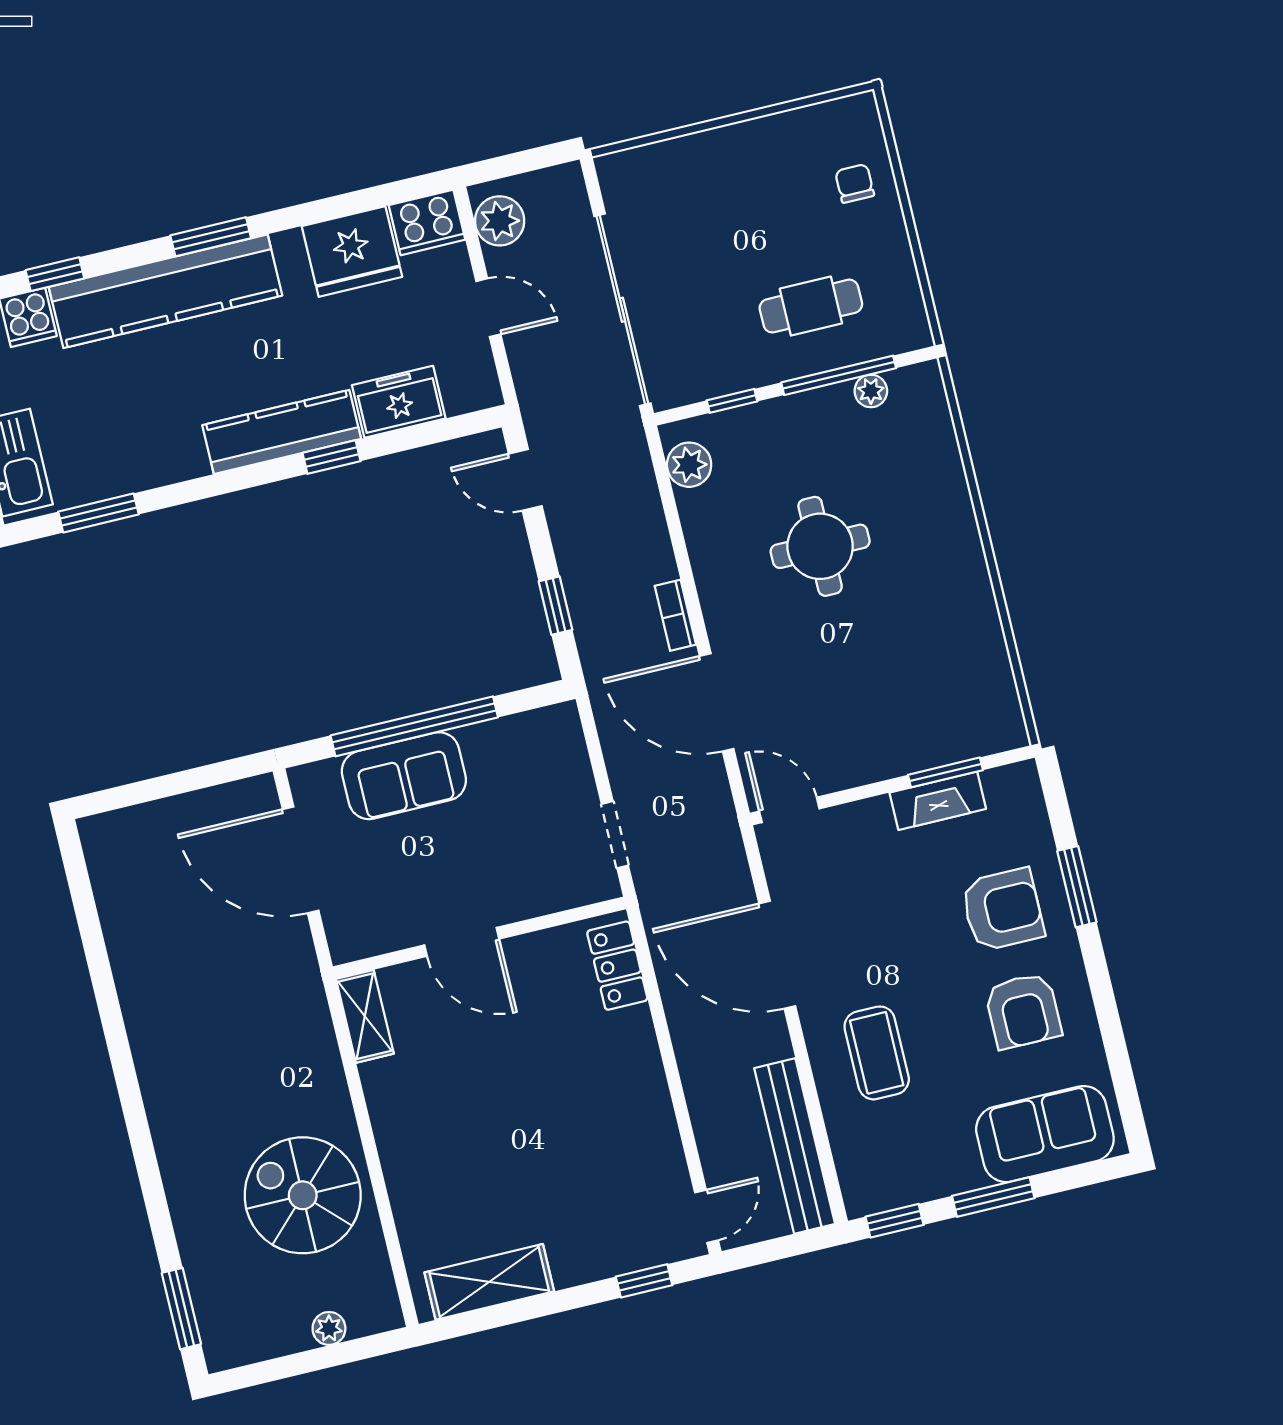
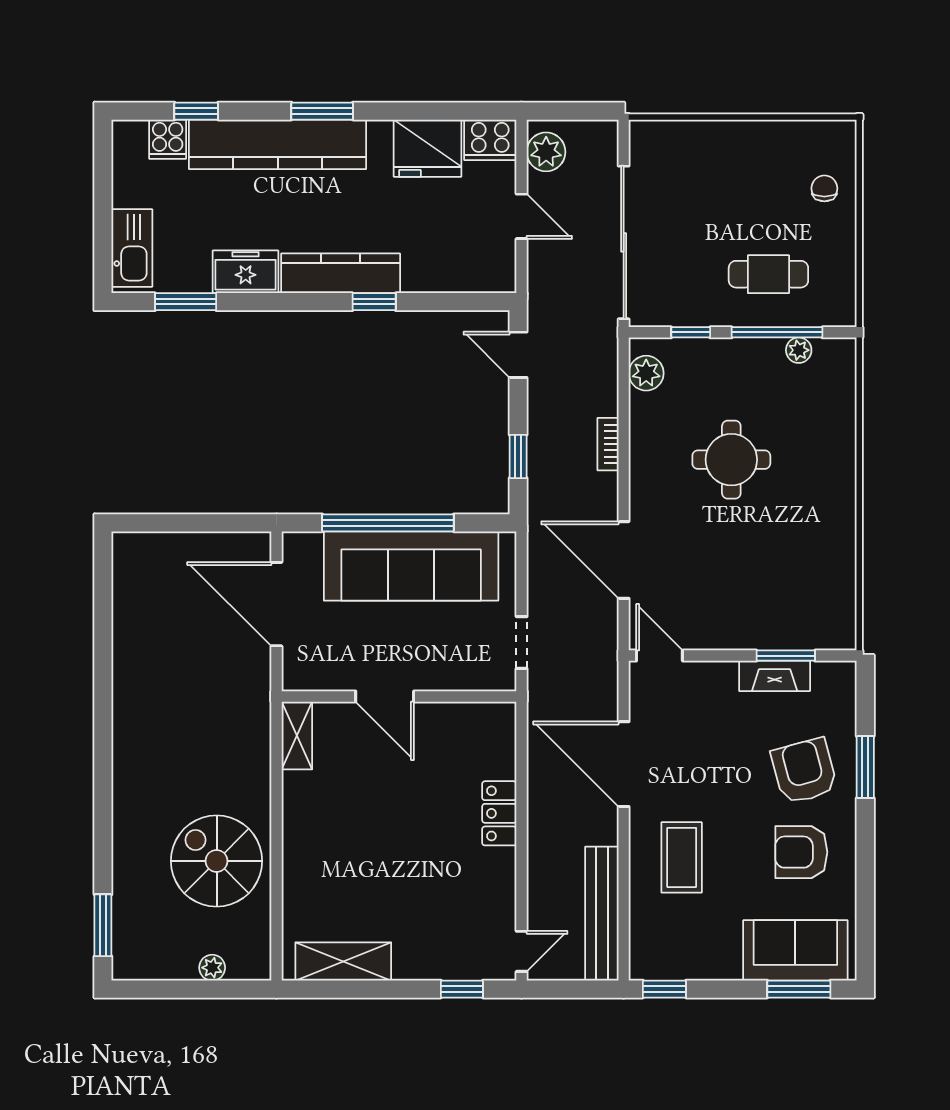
freezer: (399, 402) -> (246, 272), moved
bookcase: (675, 615) -> (608, 444), moved
sofa: (404, 776) -> (411, 566), width x1.85, depth x1.27
armchair: (1002, 910) -> (804, 771), turned -105
locker: (617, 966) -> (499, 813), moved
armchair: (1023, 1011) -> (801, 852), turned 90
window: (993, 1197) -> (799, 989), moved

